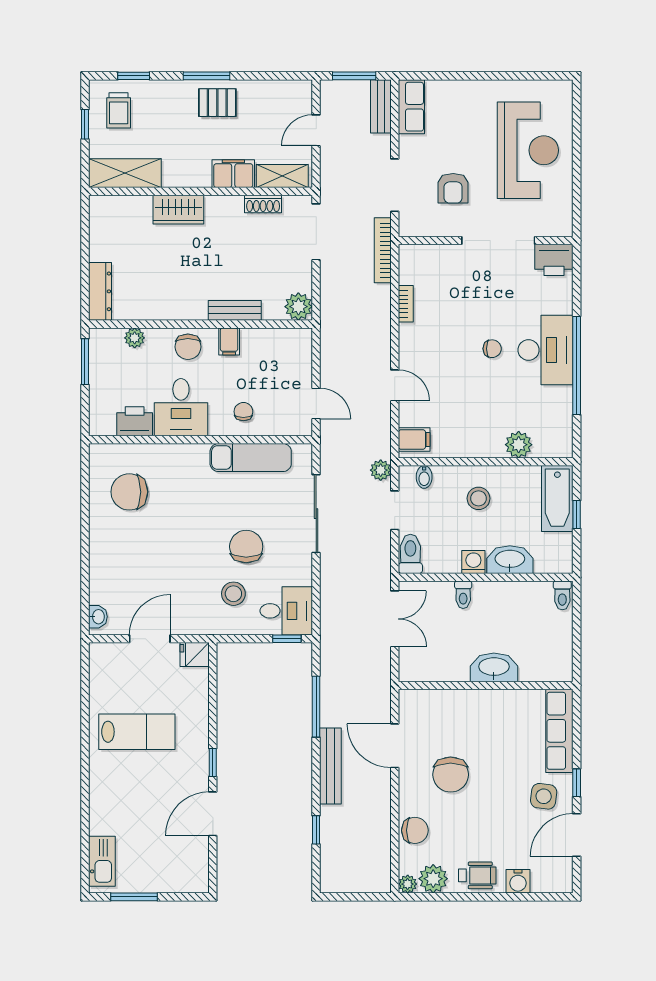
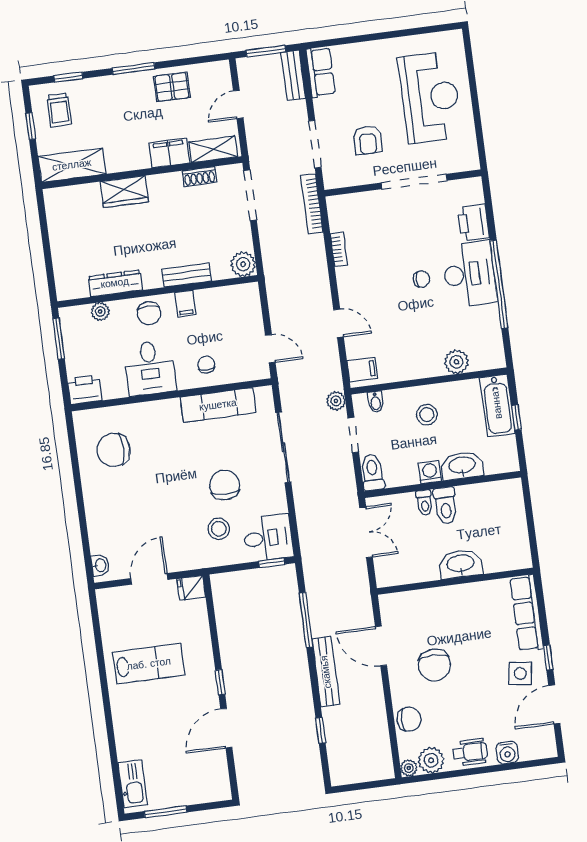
pallet: (217, 103) -> (172, 87), moved
printer: (554, 260) -> (473, 223), moved, turned 90
dresser: (100, 291) -> (115, 283), moved, turned -90
printer: (135, 421) -> (85, 389), moved
toilet: (562, 595) -> (445, 506), moved, width x1.37, depth x1.39

